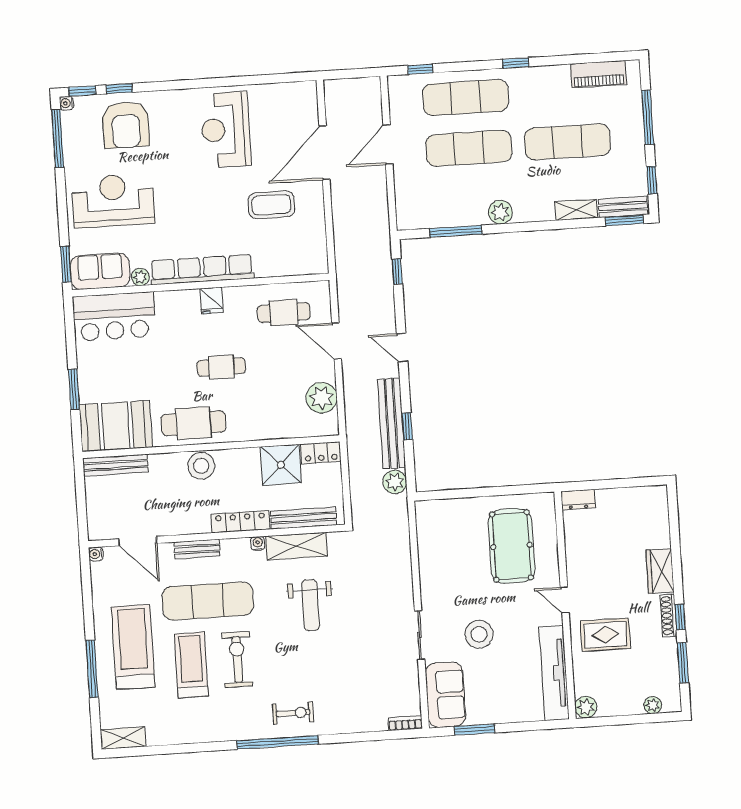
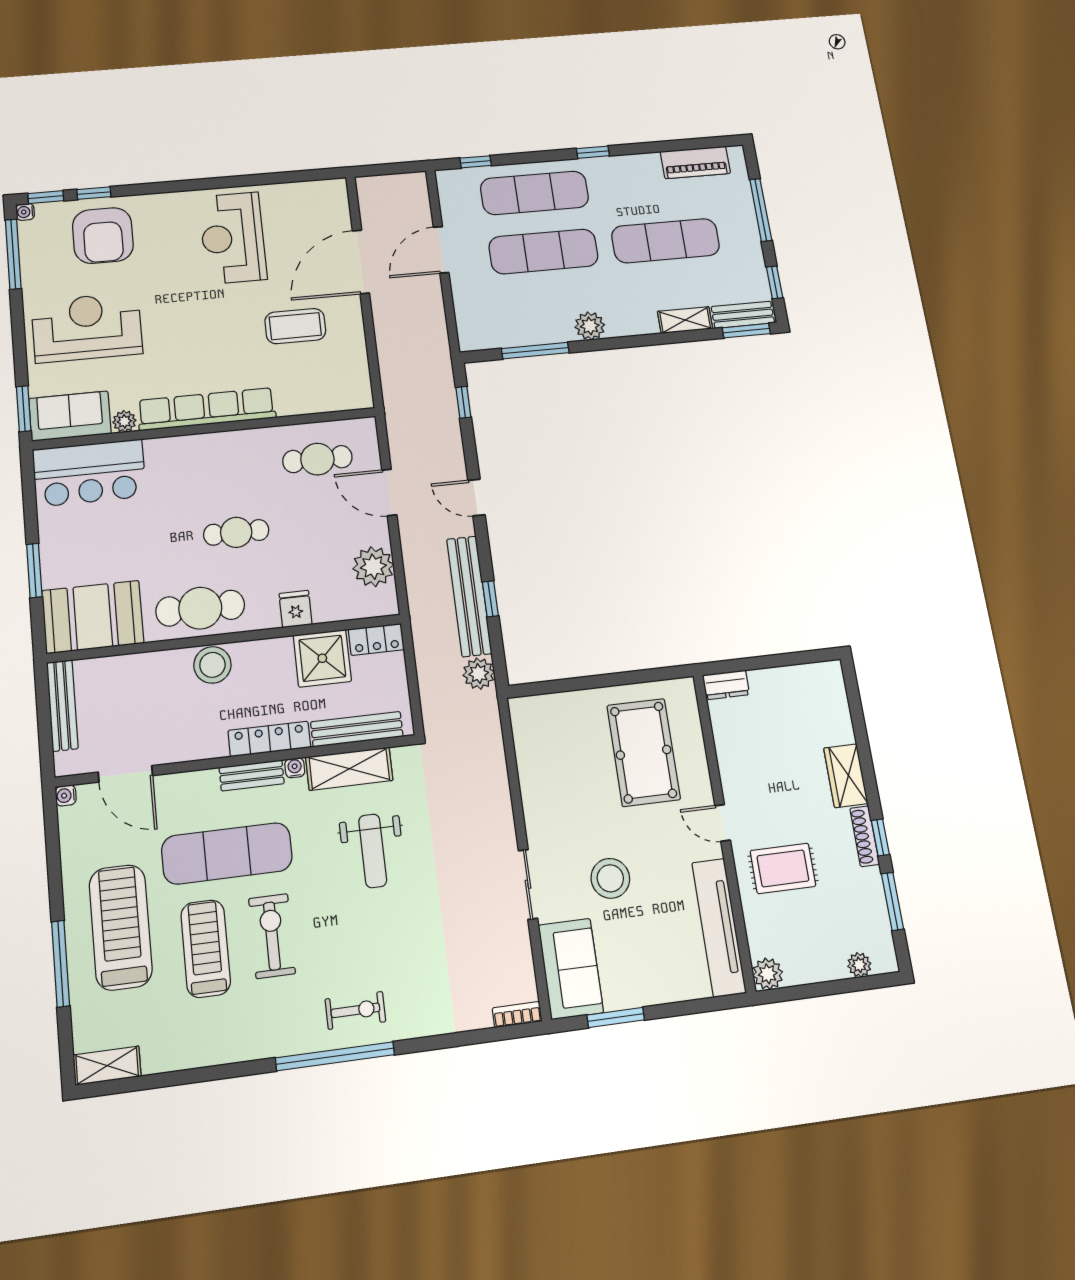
fridge: (211, 301) -> (296, 609), moved, turned 180
bench: (115, 465) -> (62, 705), moved, turned 90
bench: (197, 549) -> (252, 775), moved

